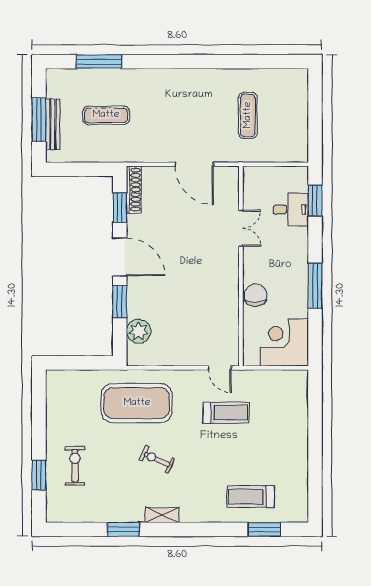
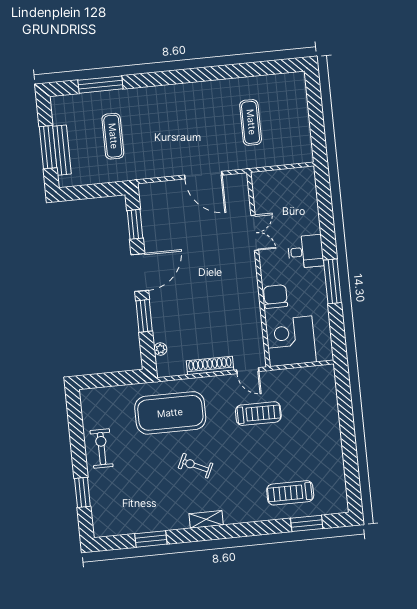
exercise mat: (106, 115) -> (113, 136), turned 90
shoe rack: (134, 190) -> (210, 366), moved, turned -90
window: (315, 201) -> (324, 199), removed
desk: (291, 210) -> (306, 252), moved
door: (120, 257) -> (140, 272), hinge flipped
plant: (139, 331) -> (160, 349), width x0.53, depth x0.53
corner desk: (284, 342) -> (291, 341), moved
exercise bike: (75, 466) -> (102, 449), moved
window: (123, 529) -> (151, 539), moved

